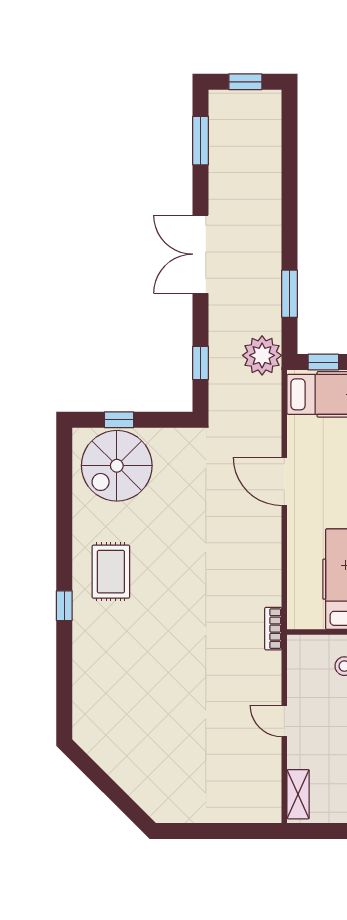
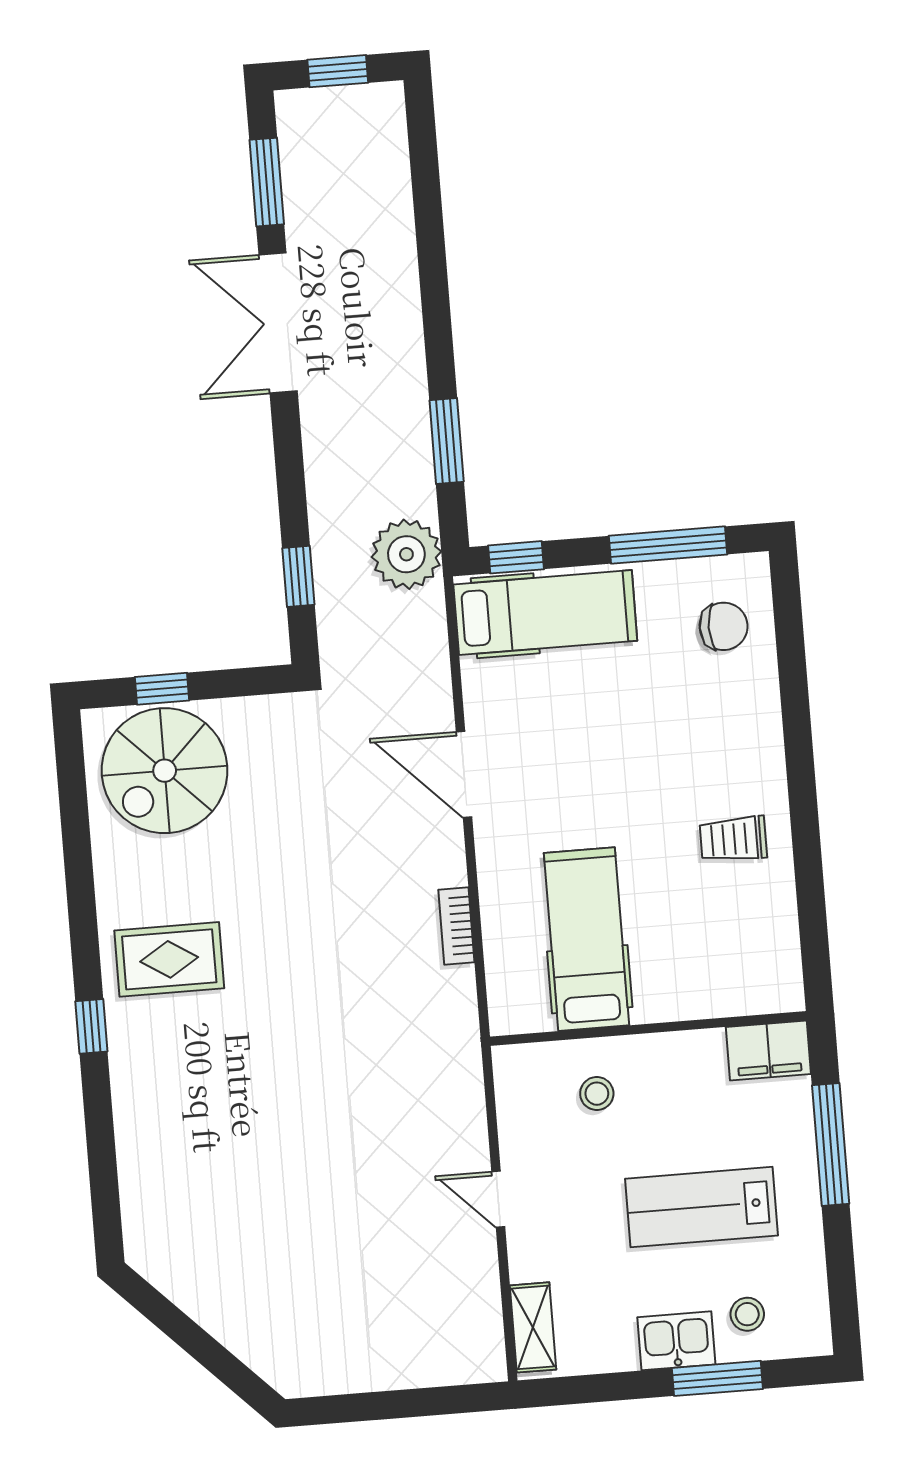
double door: (201, 254) -> (278, 323), moved
rug: (111, 572) -> (169, 959), turned 90
bookcase: (273, 629) -> (456, 926), moved

